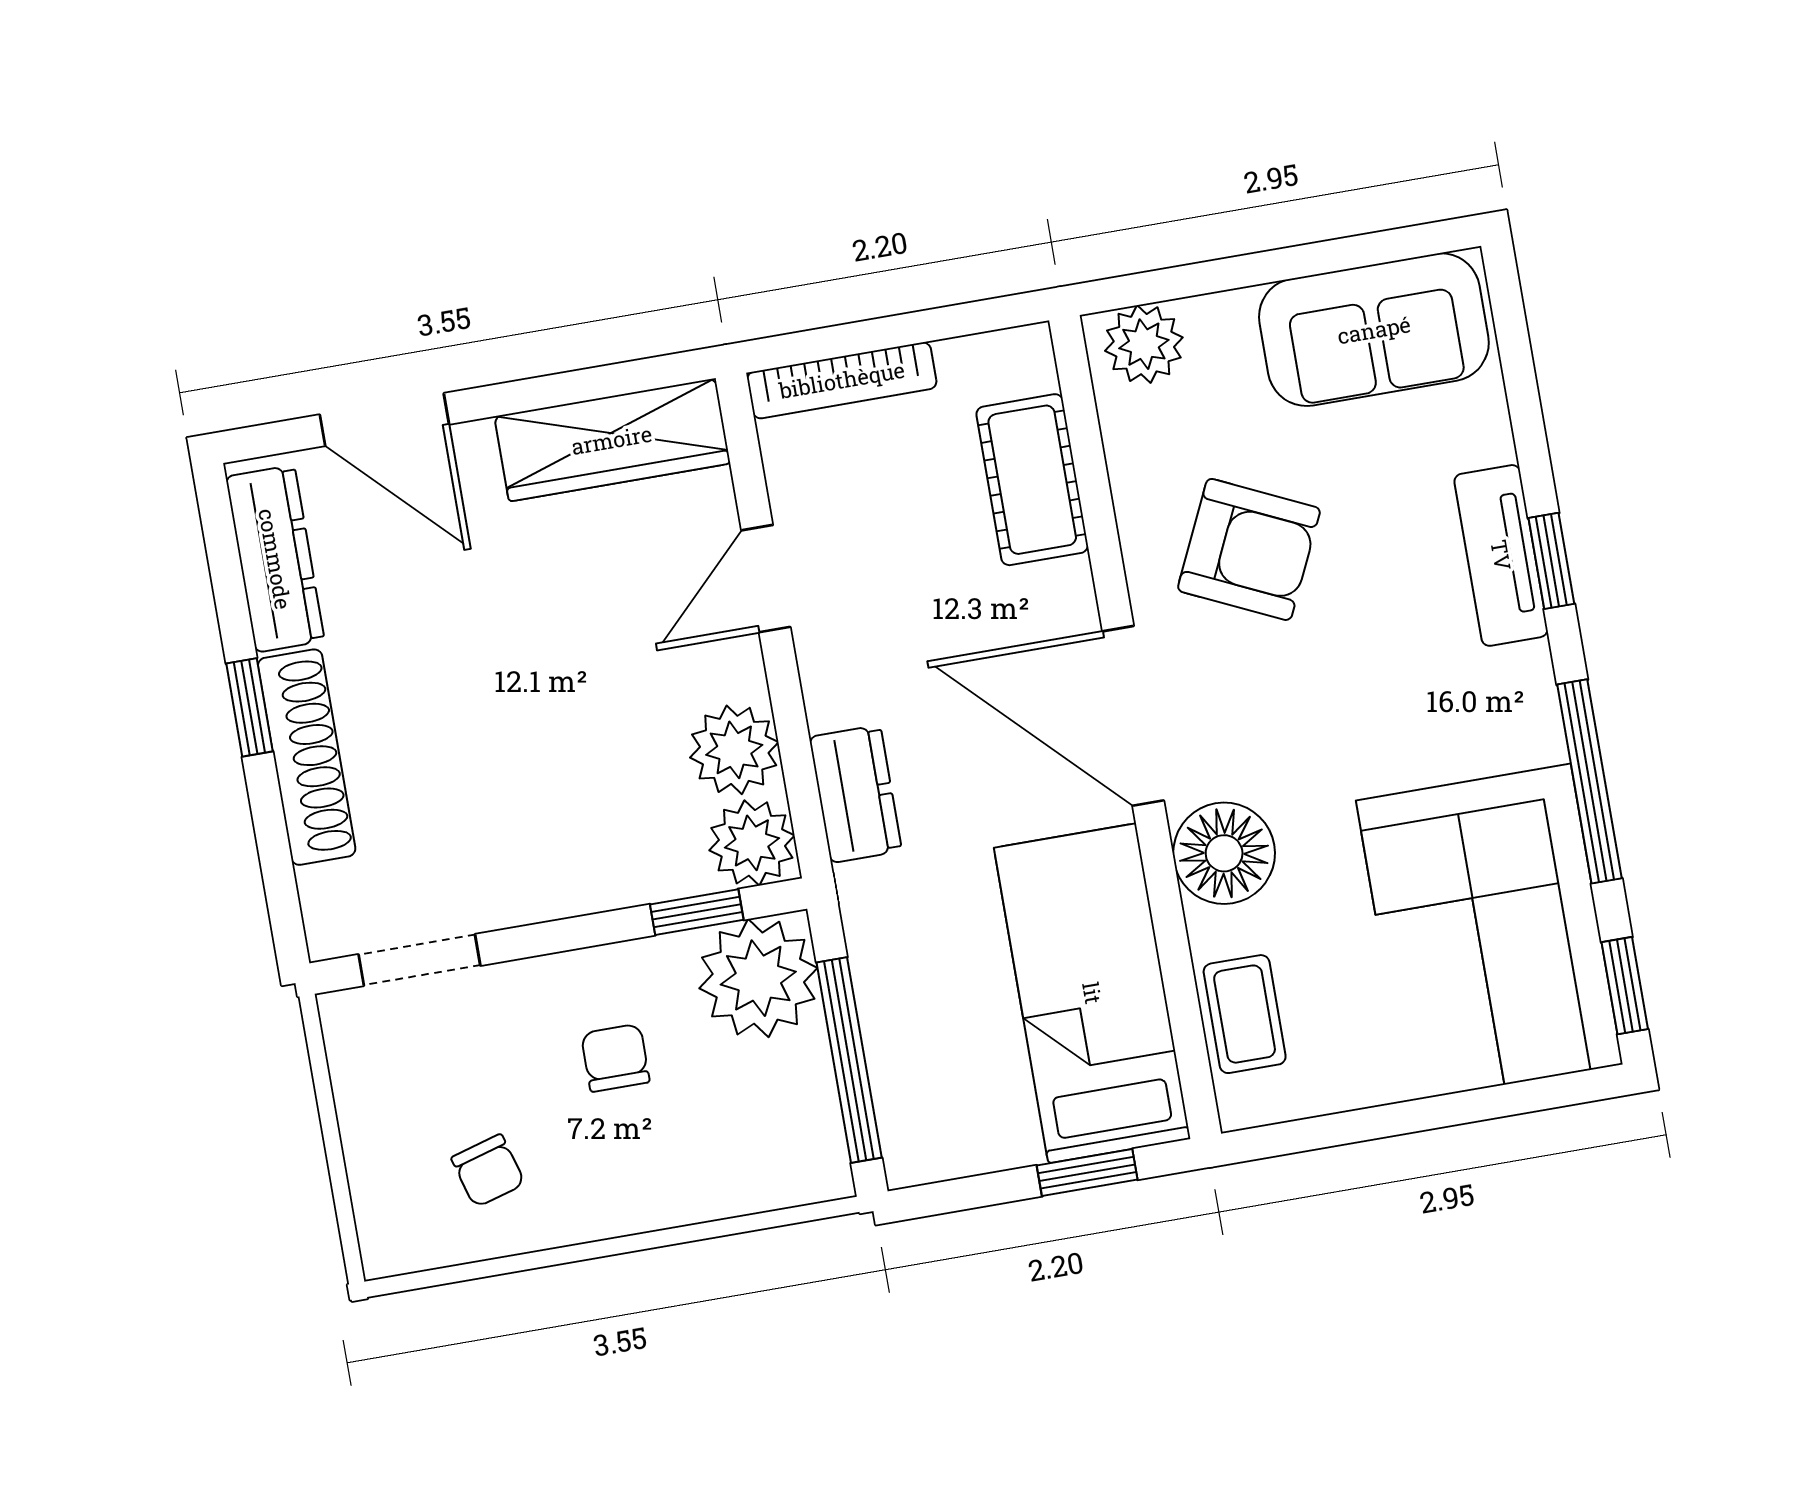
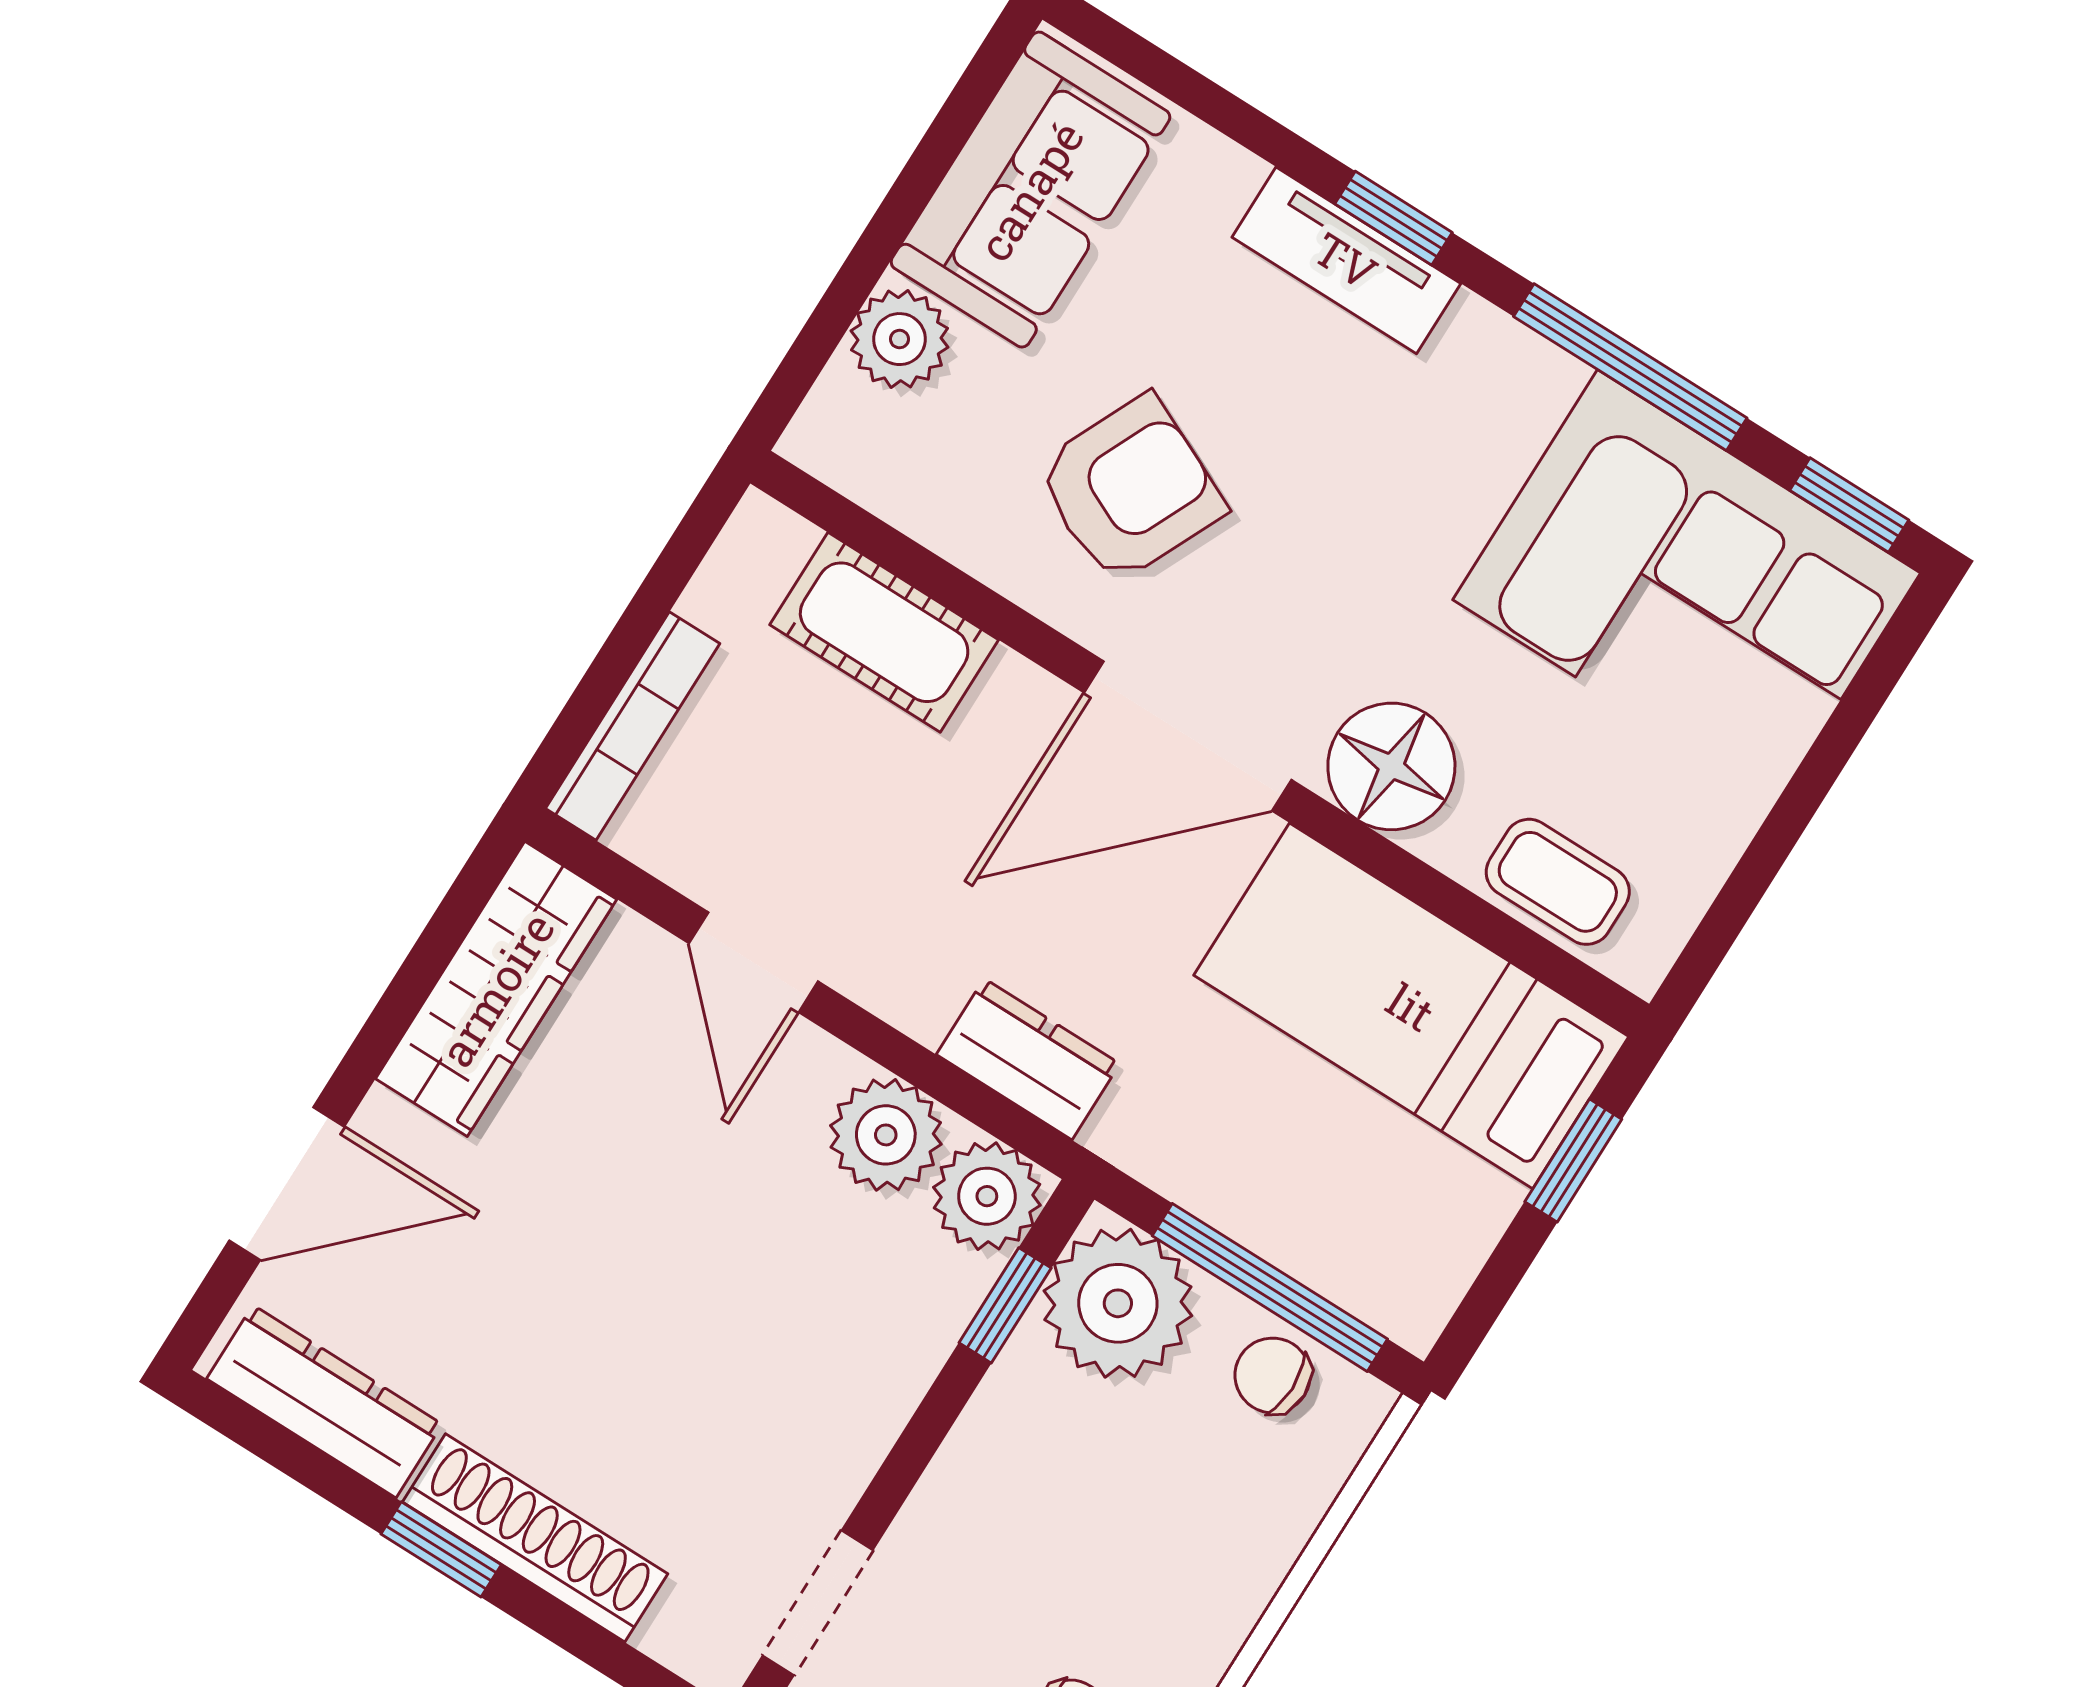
plant: (1144, 344) -> (900, 339), moved
chair: (615, 1058) -> (1273, 1375), moved

